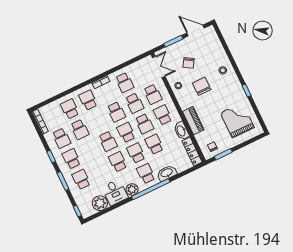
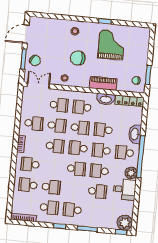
chair: (189, 63) -> (35, 61), moved
grand piano: (237, 120) -> (111, 45), moved, turned 90
school desk: (81, 179) -> (97, 191), moved, turned 180
plant: (100, 203) -> (125, 223), moved

